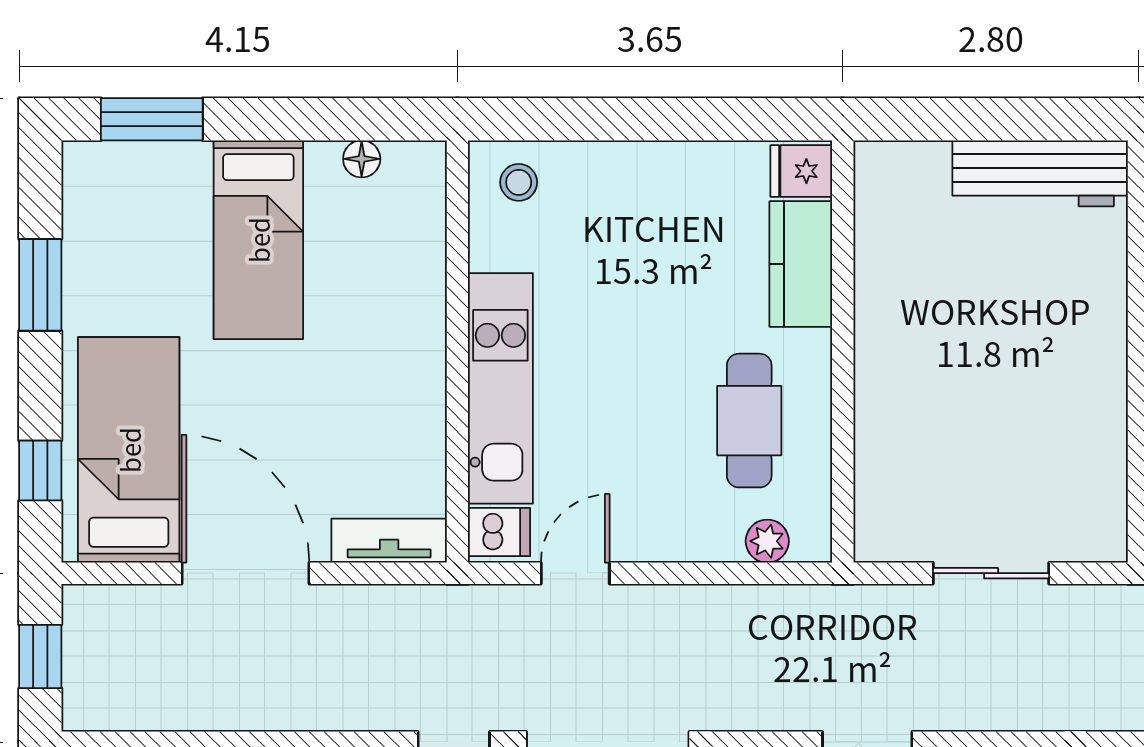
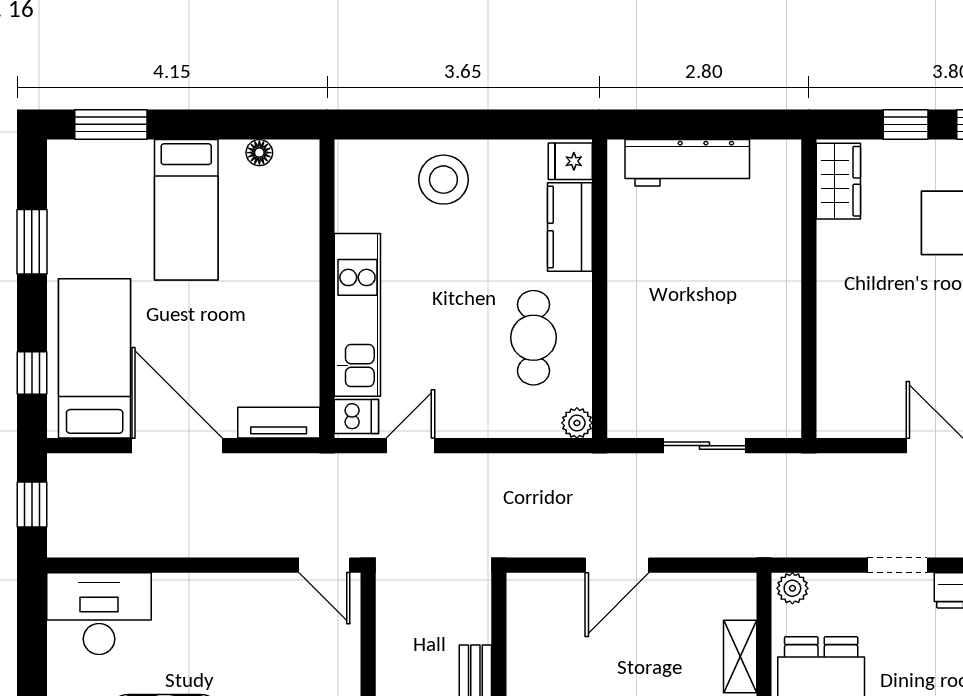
workbench: (1040, 173) -> (687, 163), moved
stool: (519, 182) -> (443, 180), moved, width x1.89, depth x1.89
plant: (767, 541) -> (577, 423), moved

